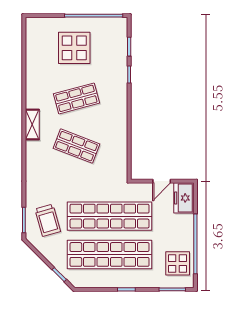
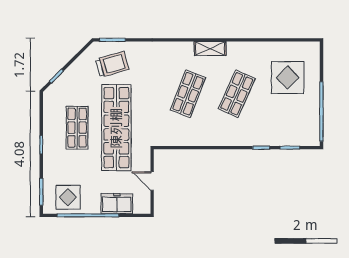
display table: (74, 48) -> (288, 78), moved
shop shelf: (76, 98) -> (237, 94), turned 39
freezer: (184, 198) -> (117, 204), moved
trolley: (48, 220) -> (112, 64), turned 180
shop shelf: (110, 254) -> (77, 128), width x0.50, depth x0.74

